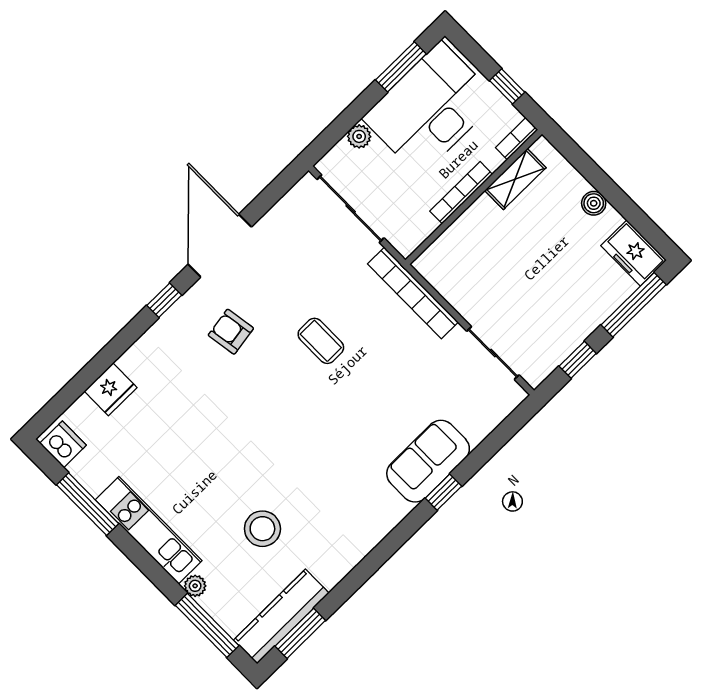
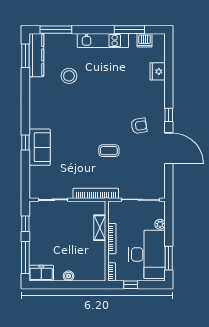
shelving: (515, 179) -> (100, 228), moved
dishwasher: (63, 444) -> (145, 40), moved
plant: (195, 586) -> (72, 38), removed

